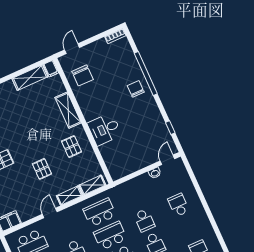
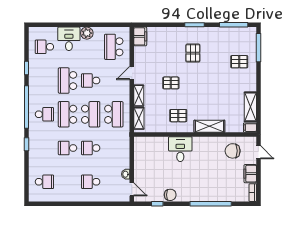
filing cabinet: (97, 47) -> (250, 174), added
chair: (136, 89) -> (170, 195), moved
school desk: (178, 205) -> (91, 182), turned 180
door: (50, 213) -> (132, 73), swing flipped

